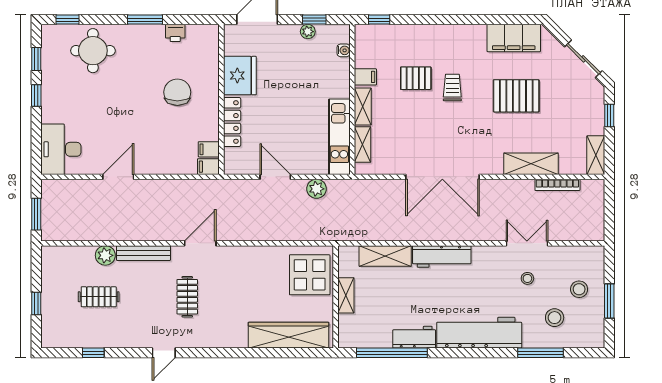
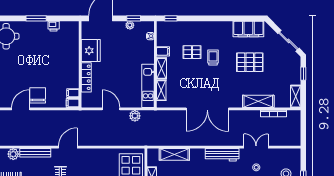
chair: (177, 92) -> (38, 95), moved
workbench: (442, 256) -> (222, 155), moved

